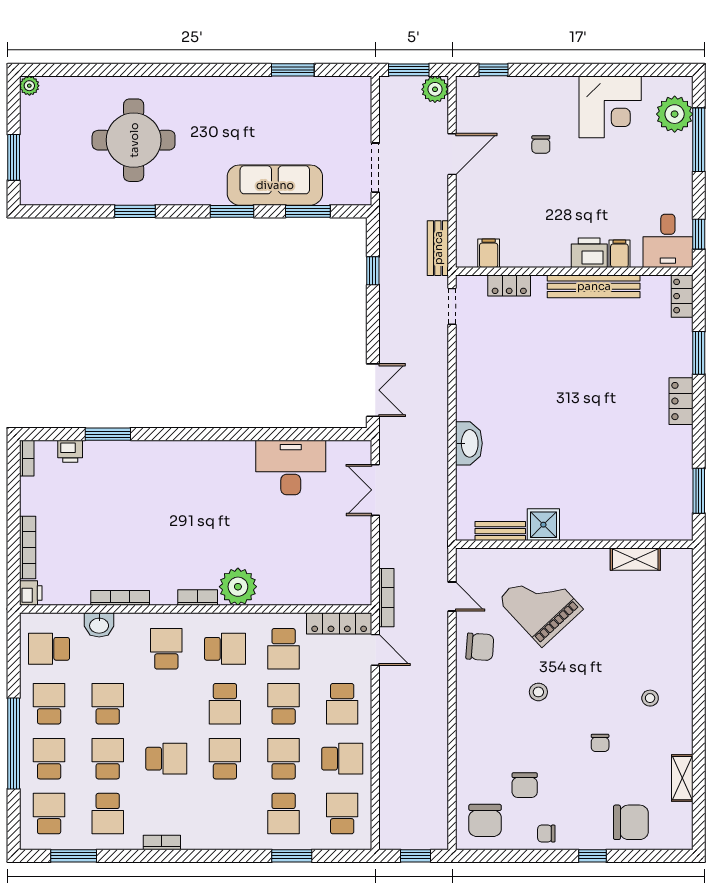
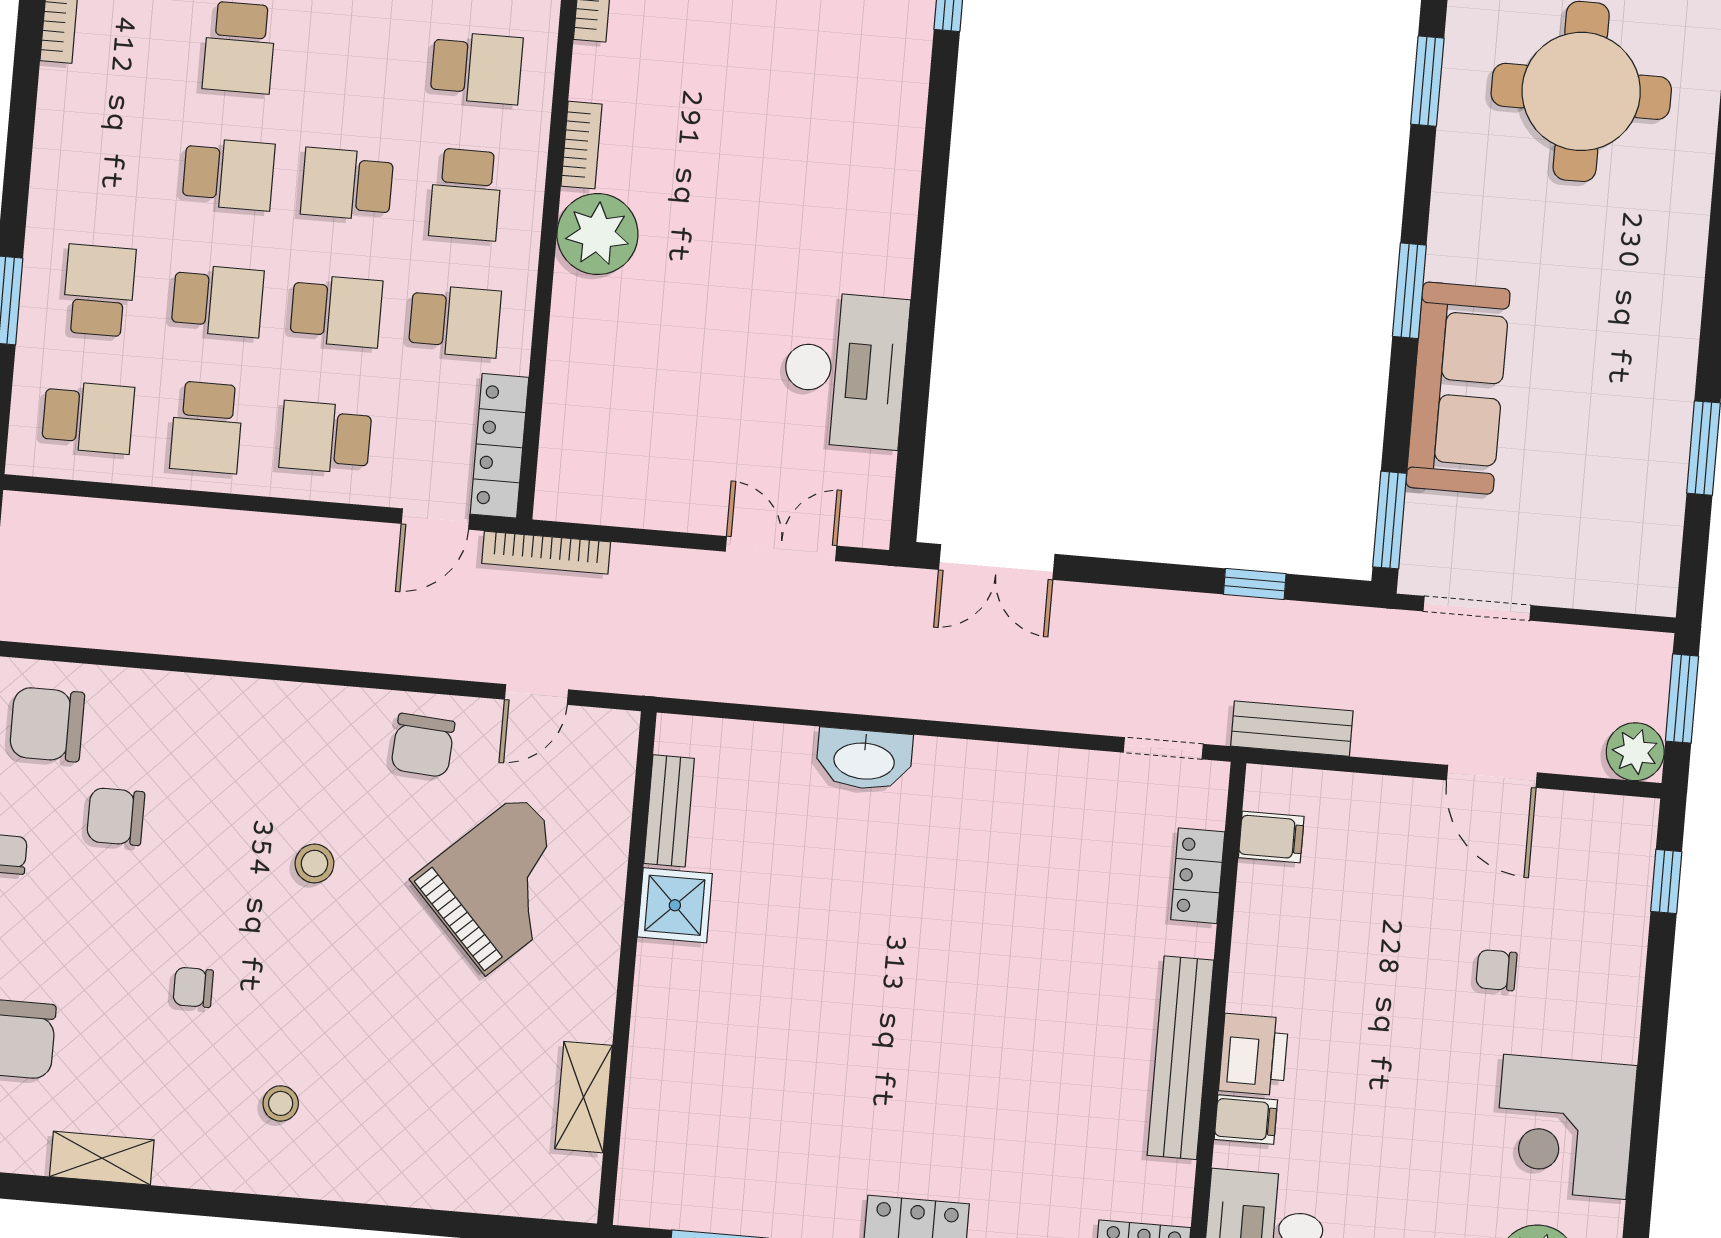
window: (308, 211) -> (1390, 520), moved
school desk: (284, 649) -> (455, 321), turned 180
school desk: (284, 814) -> (99, 291), turned 90

